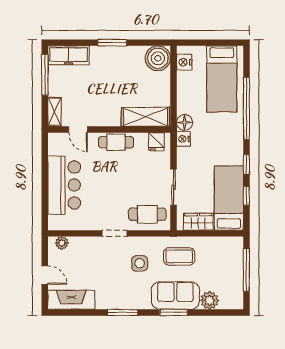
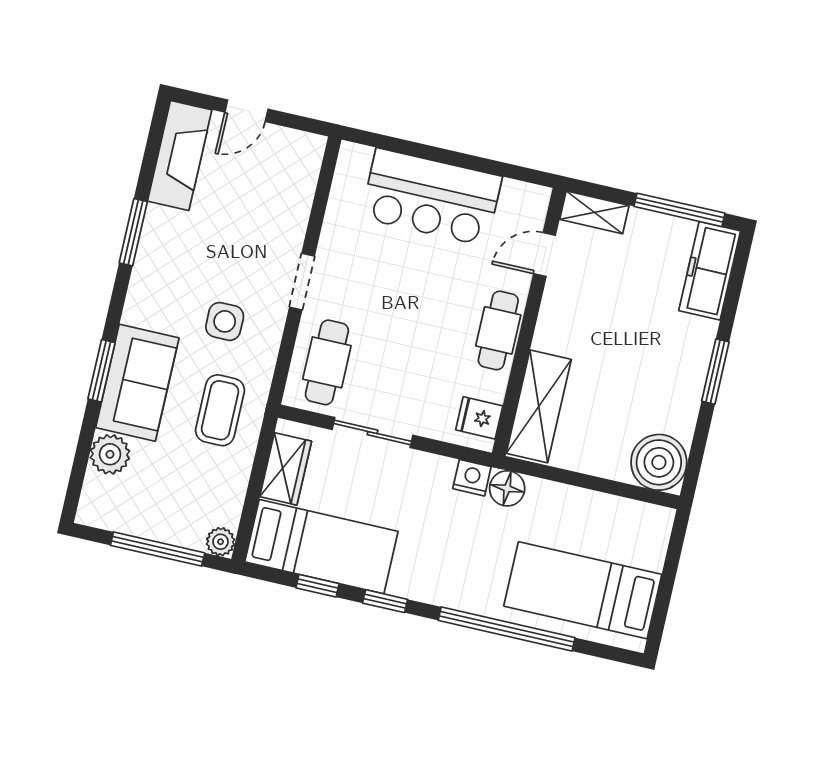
nightstand: (184, 62) -> (637, 517), removed
plant: (62, 243) -> (221, 542), moved
window: (123, 312) -> (133, 232), moved

